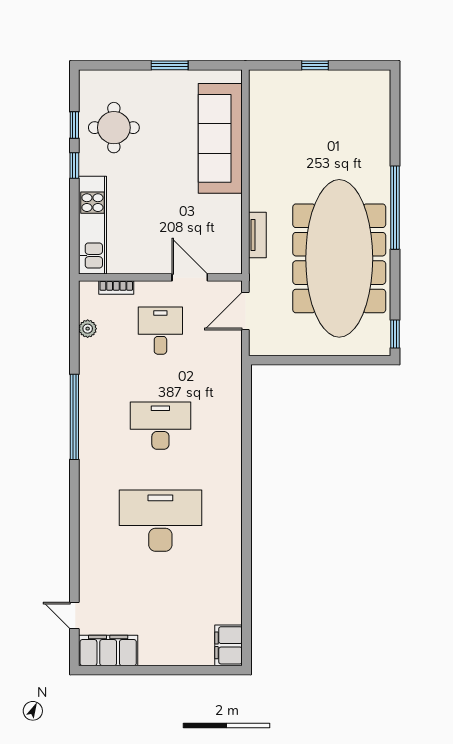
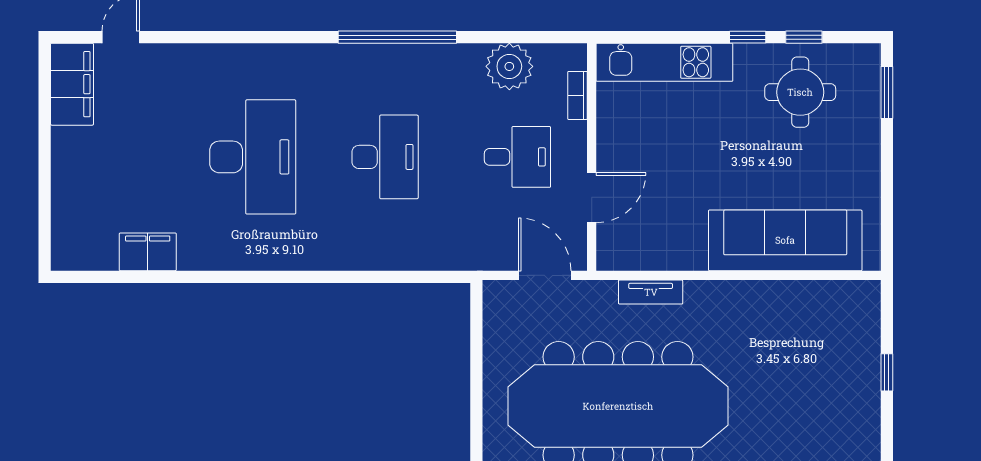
window: (170, 65) -> (887, 92), moved
plant: (88, 329) -> (509, 66), width x1.87, depth x1.87
filing cabinet: (229, 645) -> (148, 252), moved

